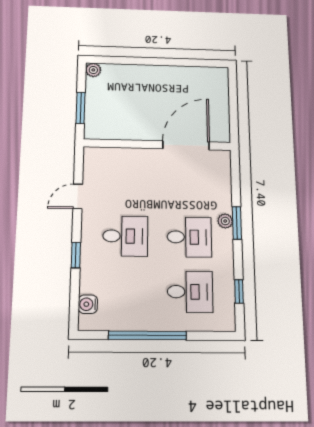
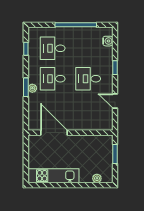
plant: (93, 70) -> (97, 178), moved
kitchen unit: (186, 77) -> (54, 176), added
door: (186, 145) -> (54, 133), swing flipped
door: (78, 196) -> (115, 101), swing flipped

